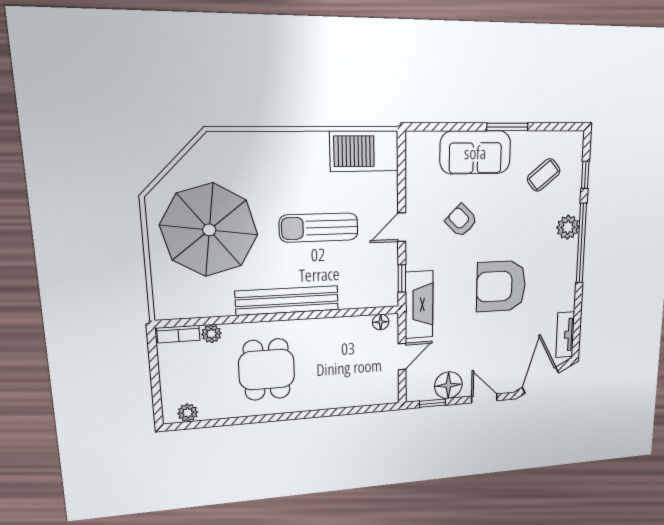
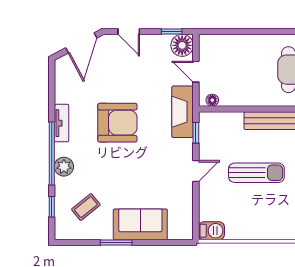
barbecue: (364, 151) -> (211, 231), width x0.53, depth x0.65
armchair: (461, 221) -> (150, 175), removed
tv unit: (565, 335) -> (62, 123), moved
door: (402, 357) -> (196, 72), hinge flipped
floor lamp: (448, 385) -> (182, 45), moved

